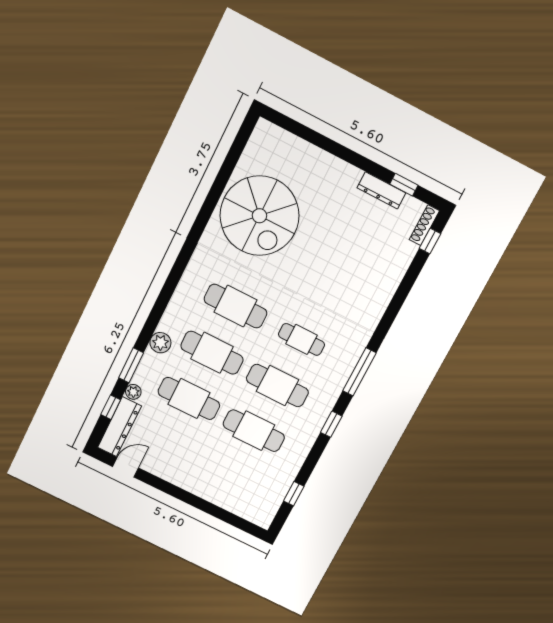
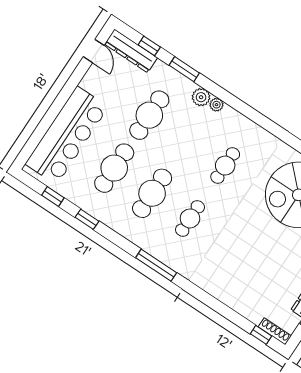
cafe table: (236, 306) -> (225, 166), width x0.73, depth x0.74
cafe table: (212, 353) -> (187, 140), removed
plant: (133, 392) -> (217, 105), moved
window: (331, 424) -> (87, 219), moved
bar counter: (224, 486) -> (67, 135), added

